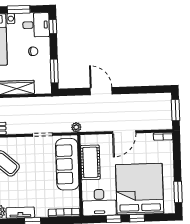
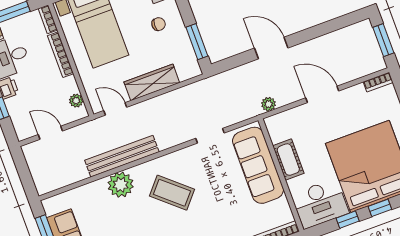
plant: (76, 127) -> (269, 104), moved
door: (124, 132) -> (322, 94), swing flipped
cot: (90, 162) -> (288, 160), width x0.73, depth x0.75

